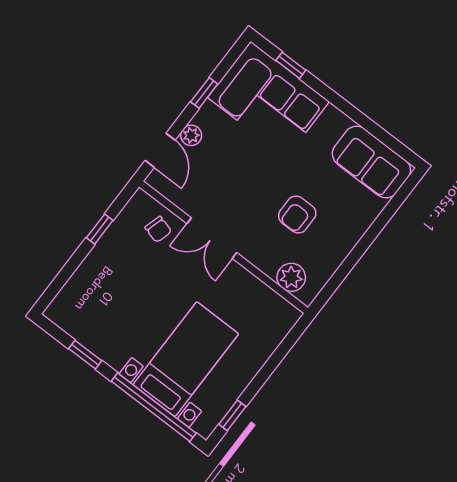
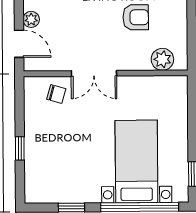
armchair: (297, 215) -> (136, 17), turned -90
window: (100, 229) -> (20, 148), moved

